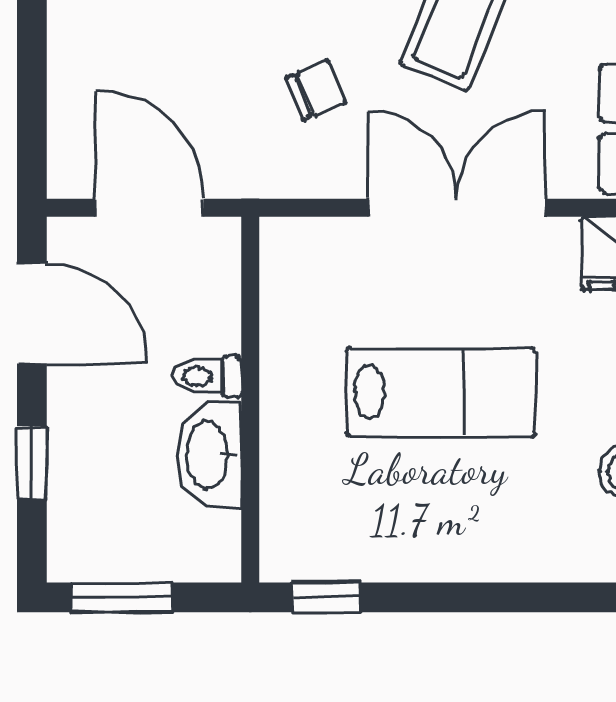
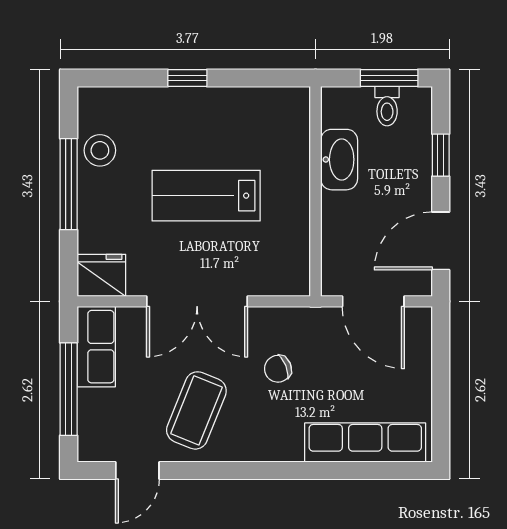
door: (32, 313) -> (441, 241), hinge flipped
toilet: (207, 377) -> (387, 106), moved, turned 90
window: (326, 597) -> (187, 78), moved

